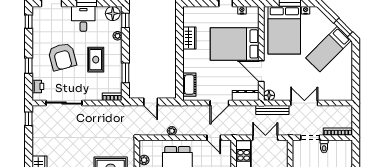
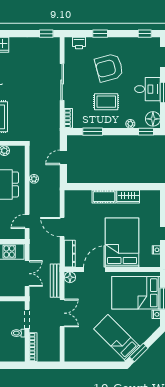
cot: (189, 85) -> (104, 197), moved
sliding door: (64, 103) -> (62, 82), moved

